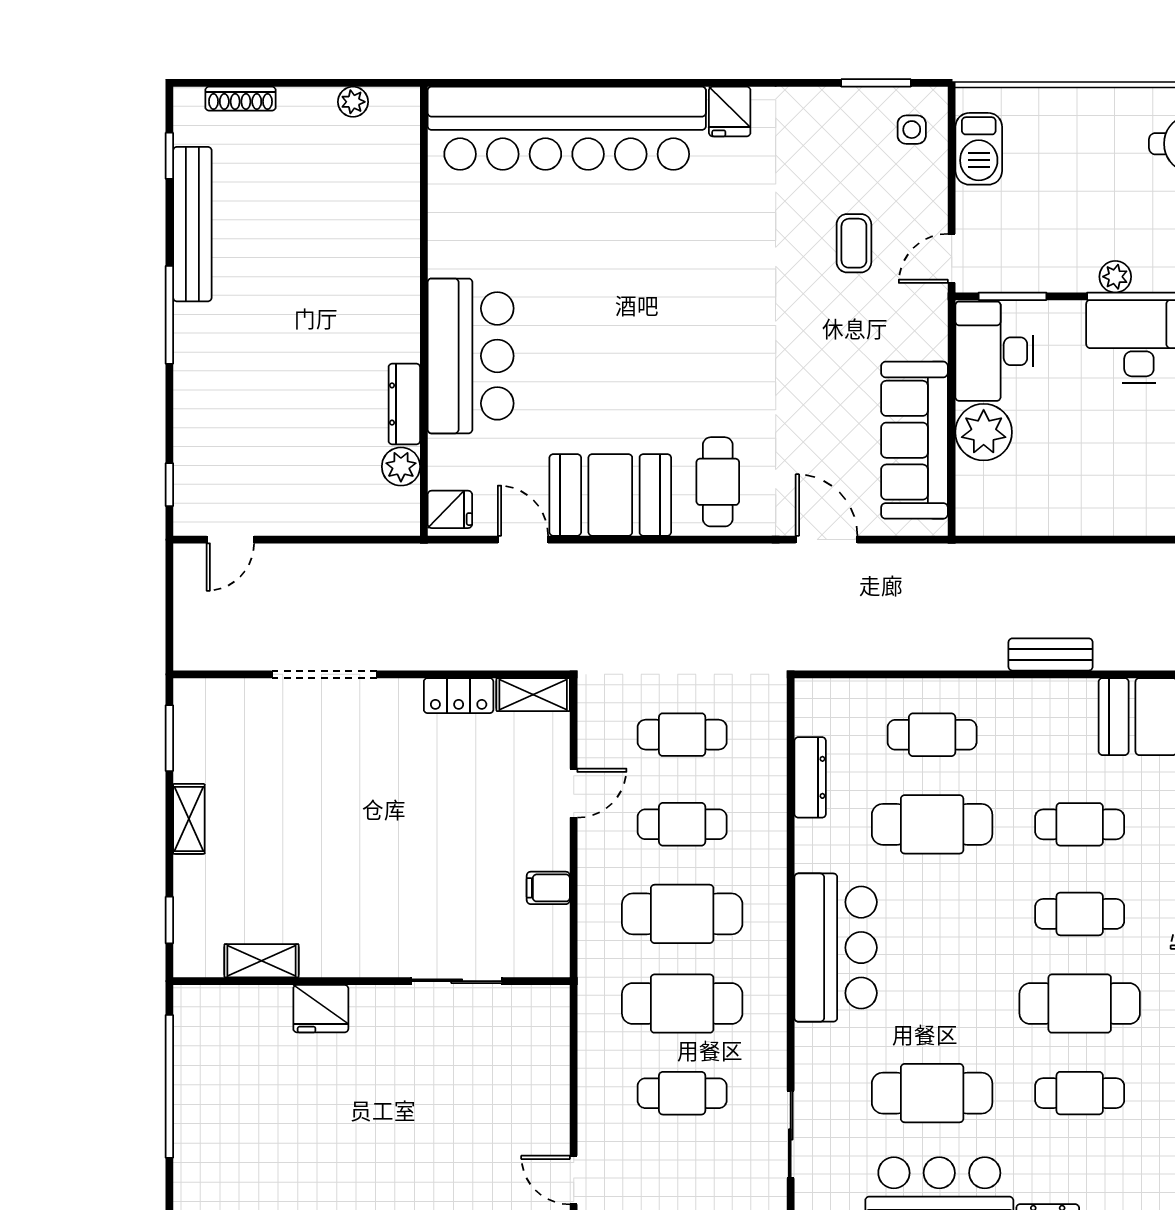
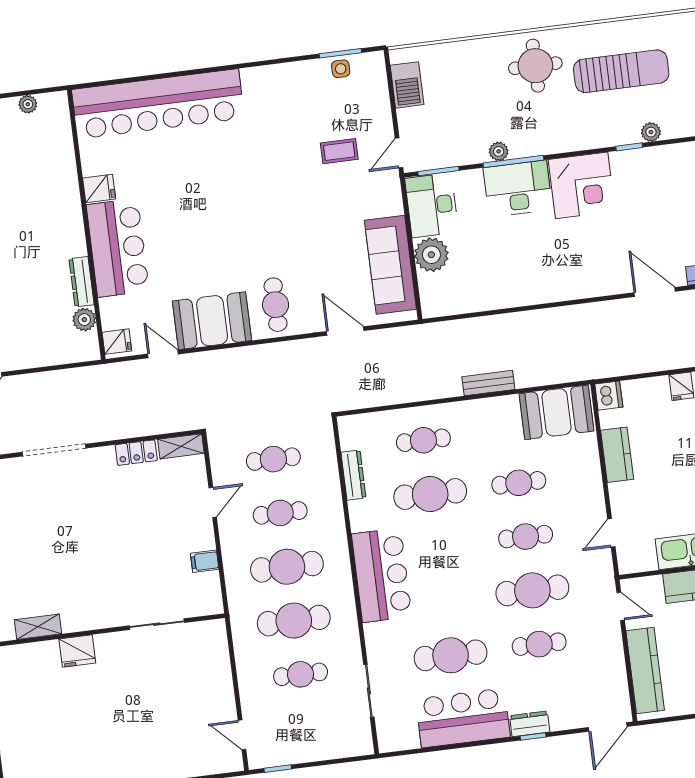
fridge: (730, 111) -> (99, 188), moved, turned -90
side table: (912, 130) -> (341, 69), moved
coffee table: (854, 243) -> (339, 151), turned 90

